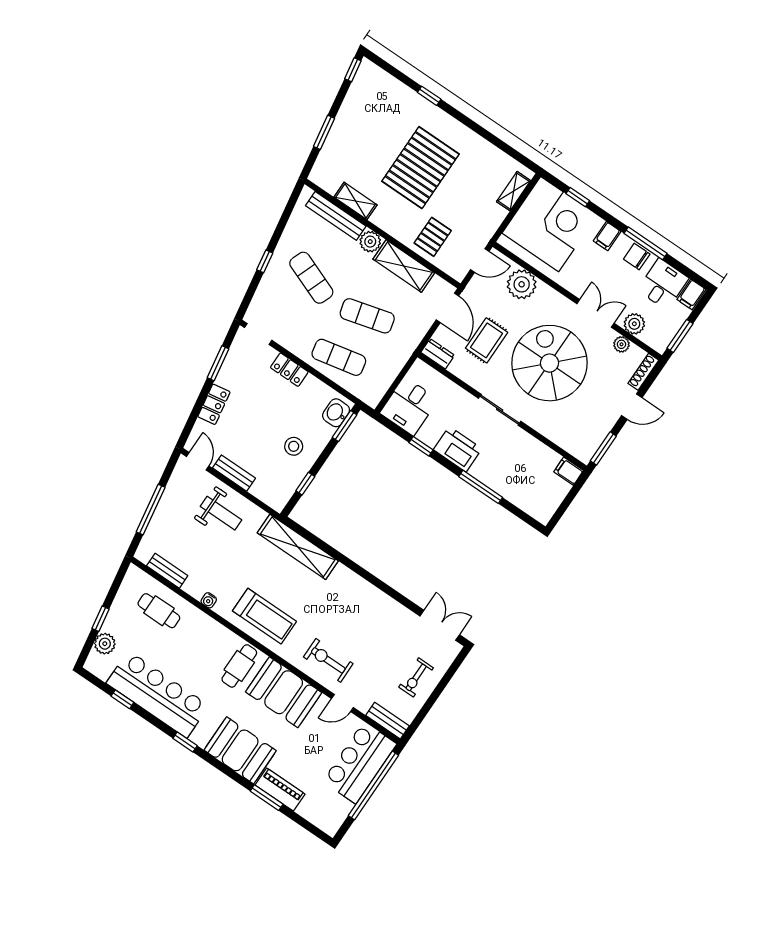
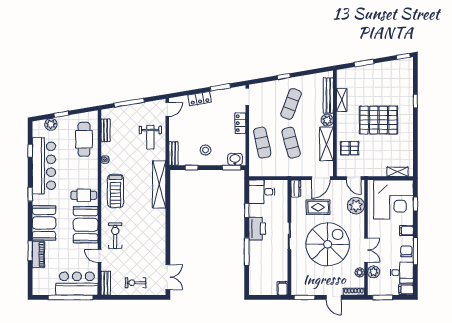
bench: (234, 473) -> (173, 153), moved
cafe table: (159, 611) -> (84, 139), width x1.37, depth x1.35

